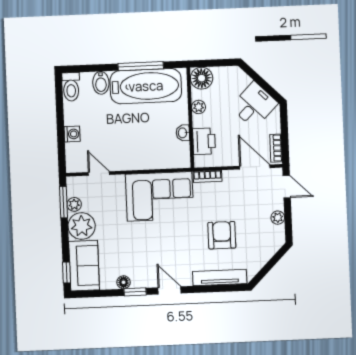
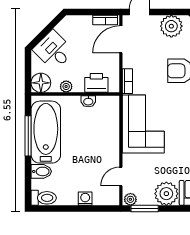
desk: (254, 105) -> (54, 50), moved
plant: (74, 204) -> (130, 199), moved
plant: (278, 218) -> (171, 26), width x1.87, depth x1.87

